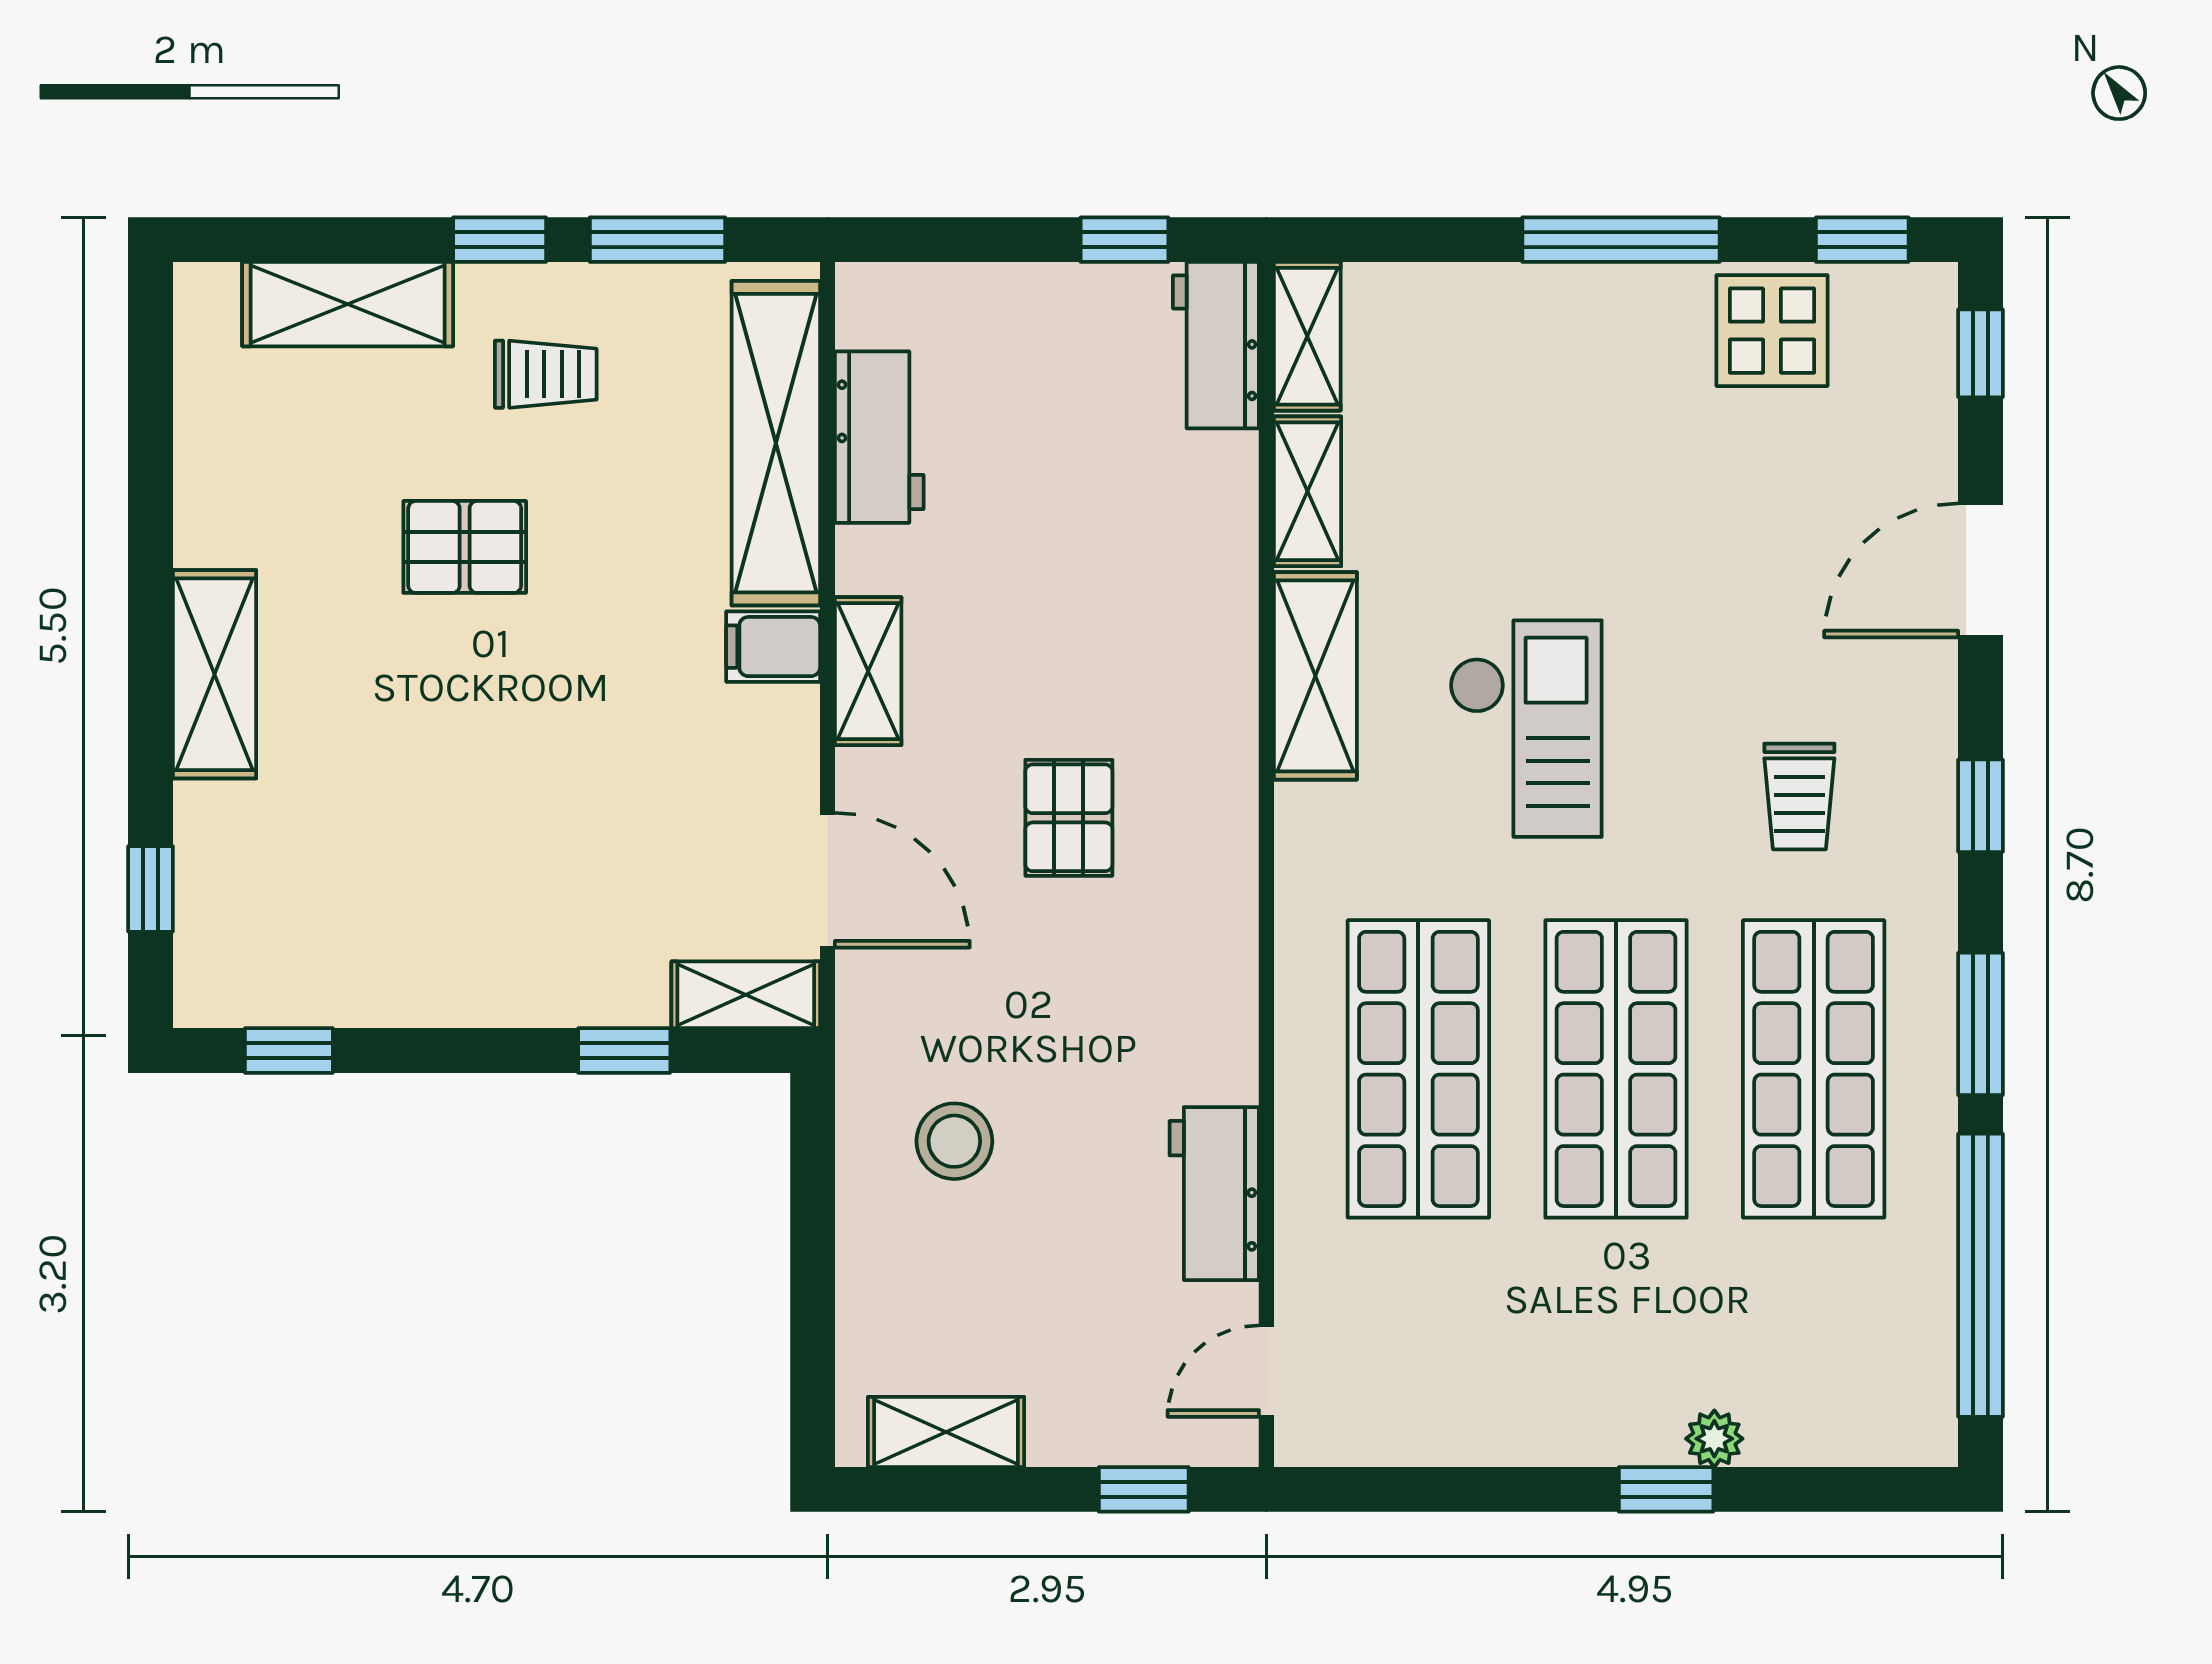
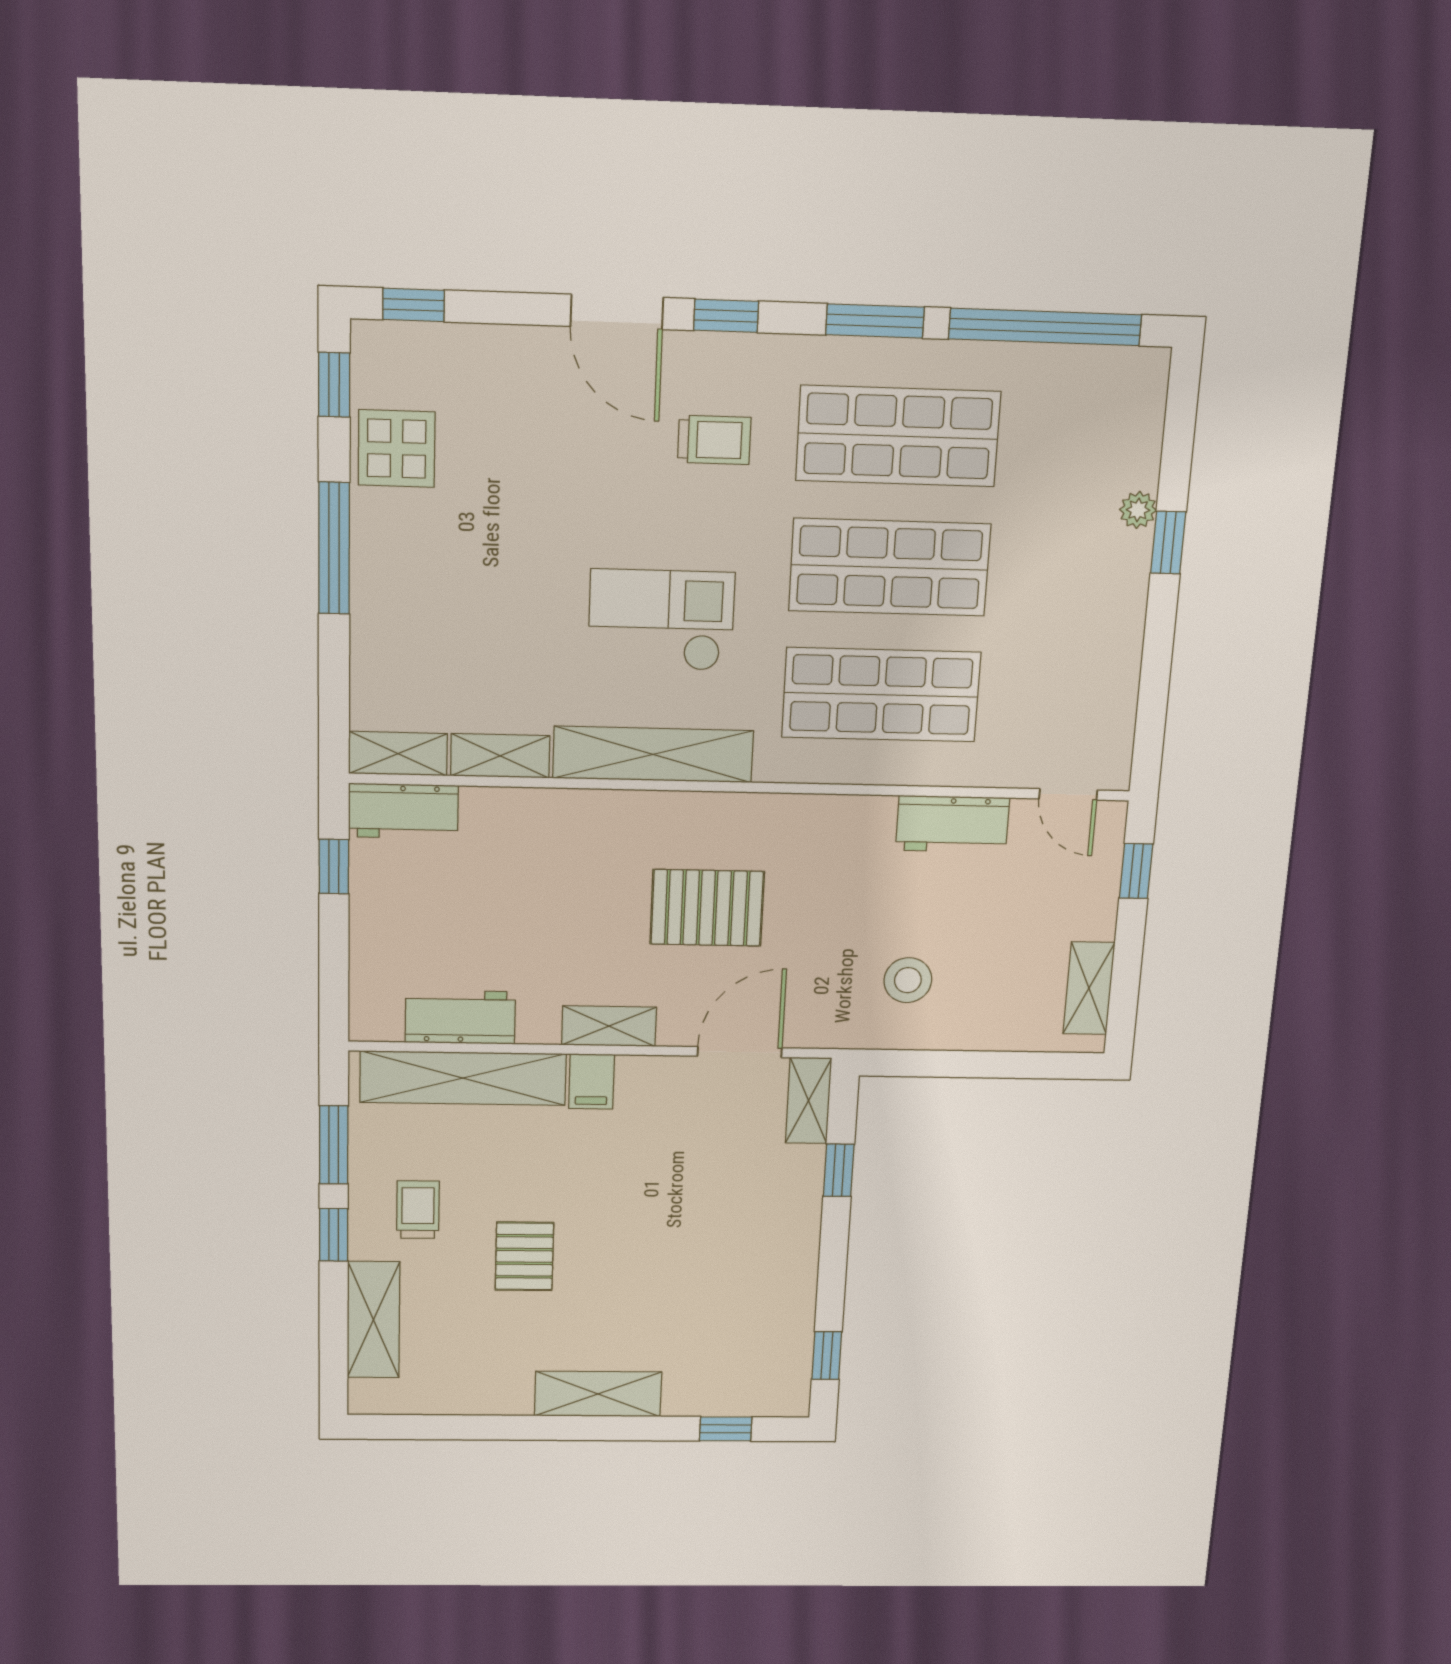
door: (1981, 570) -> (617, 312), moved
shelving: (1315, 676) -> (653, 754), width x1.47
pallet: (1069, 818) -> (707, 908), width x1.50, depth x1.42

